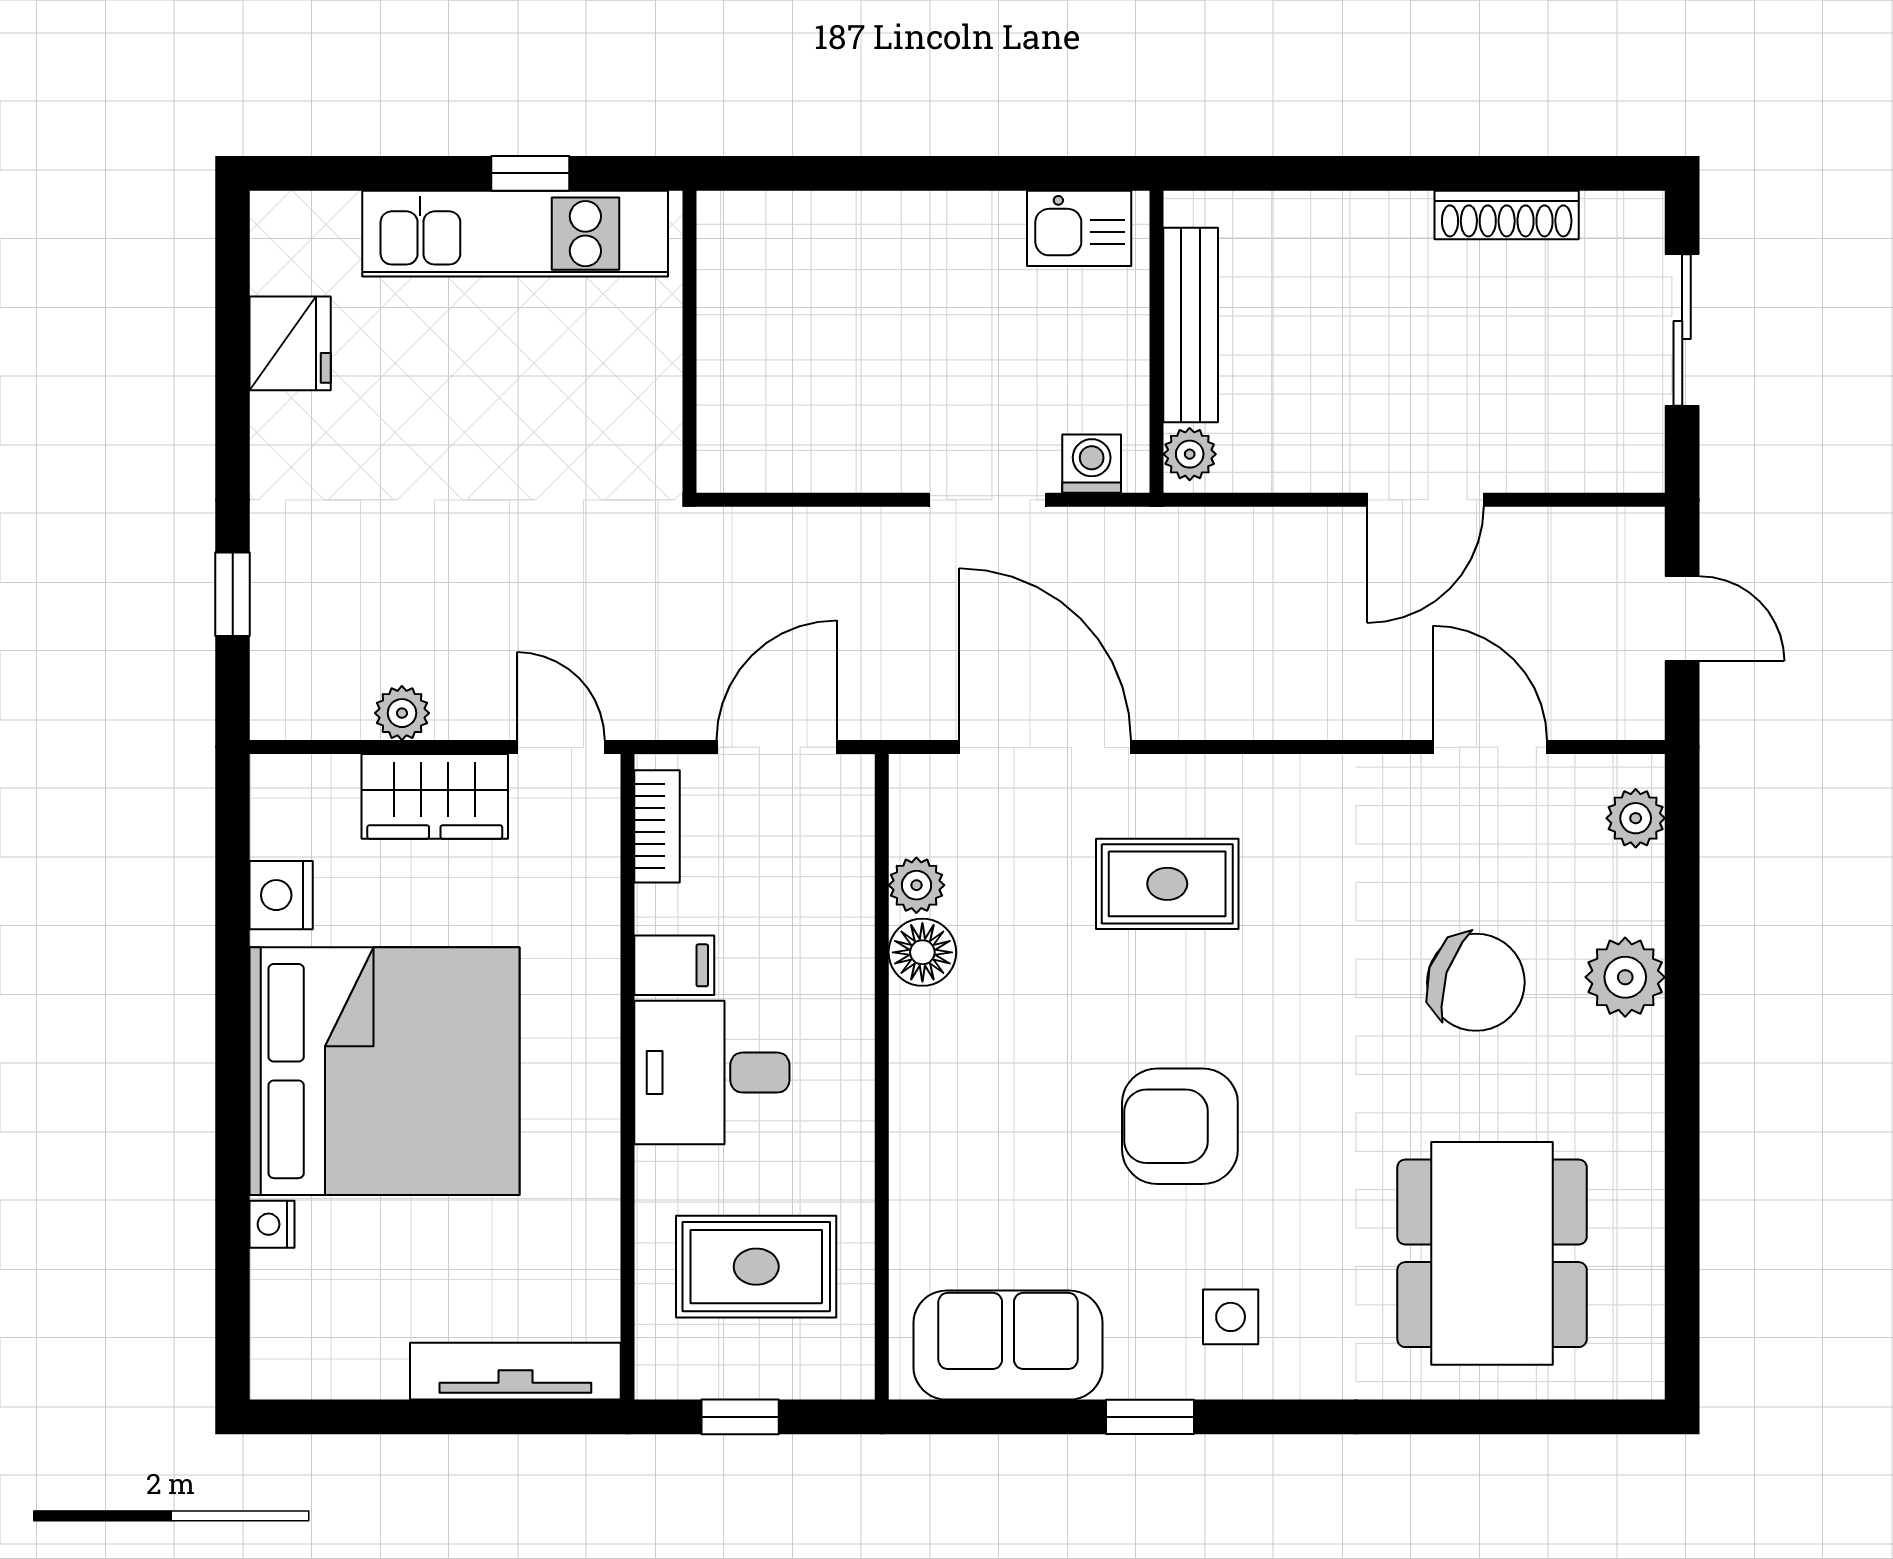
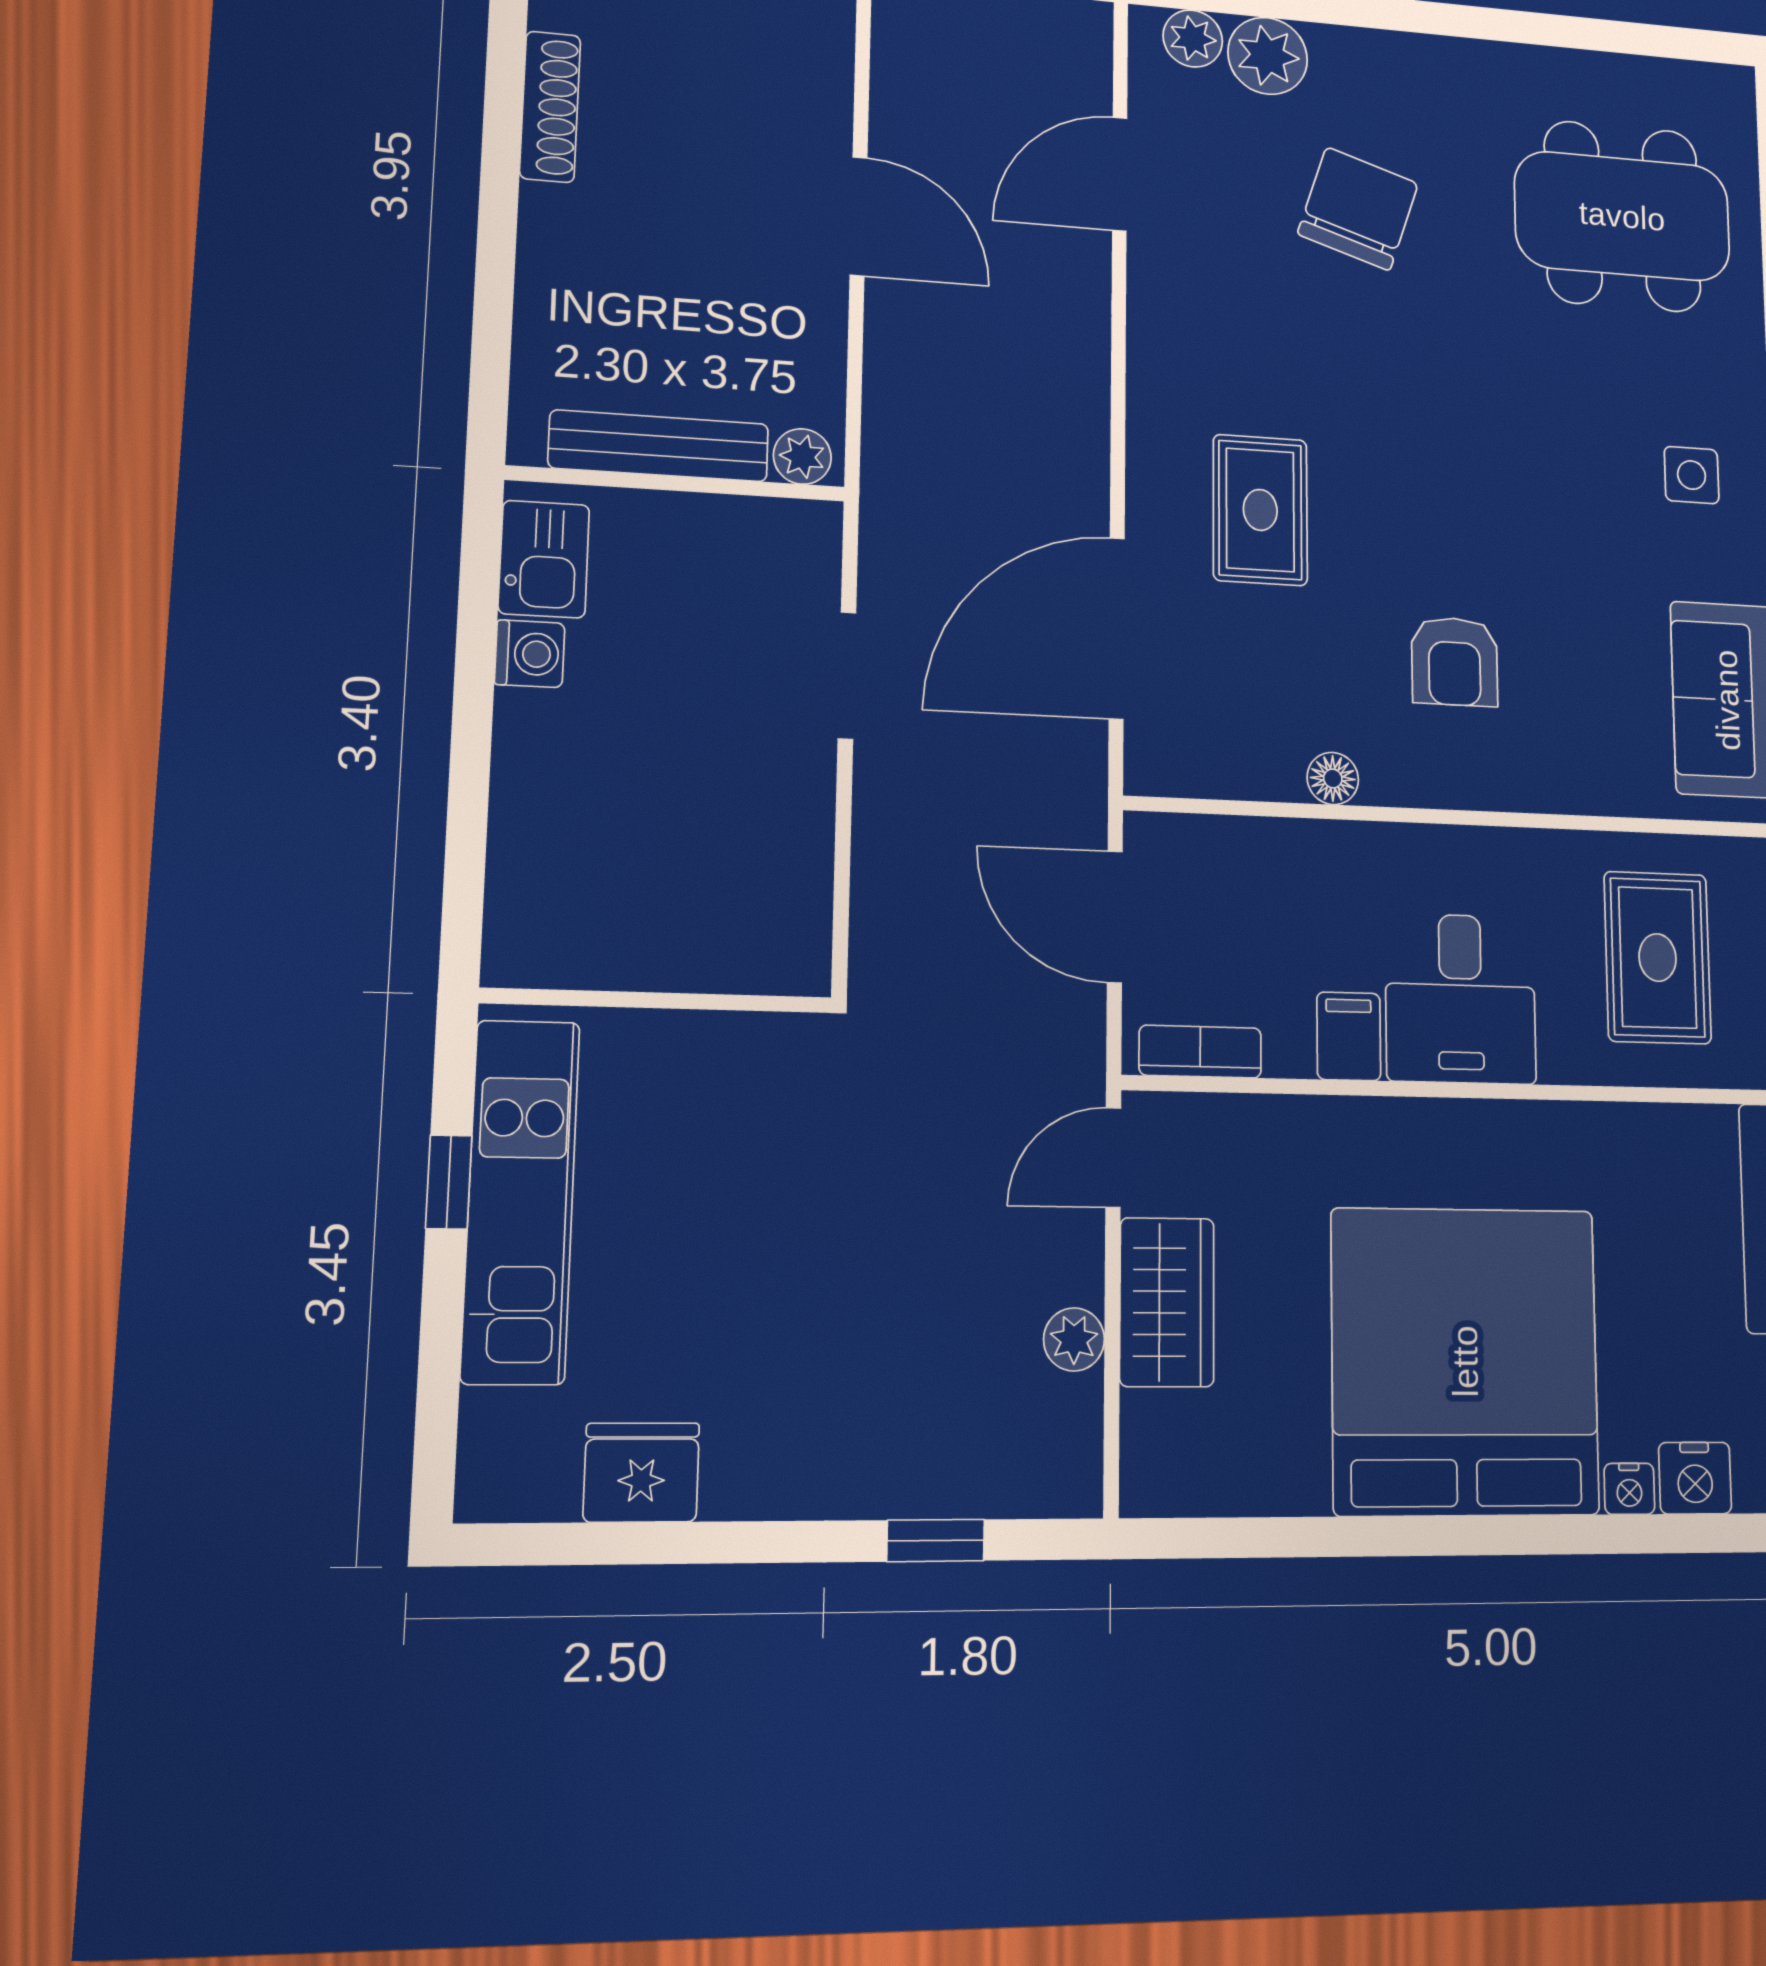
washing machine: (1092, 464) -> (530, 654), moved, turned 180
plant: (916, 885) -> (1263, 772), removed
nightstand: (281, 895) -> (1695, 1478), moved
floor lamp: (922, 952) -> (1333, 778), width x0.73, depth x0.73
plant: (1625, 977) -> (1268, 56), moved
armchair: (1180, 1126) -> (1455, 661), moved, width x0.72, depth x0.72

